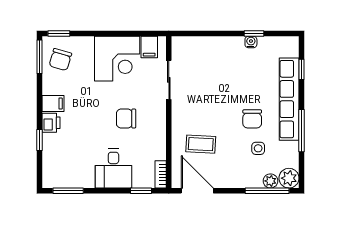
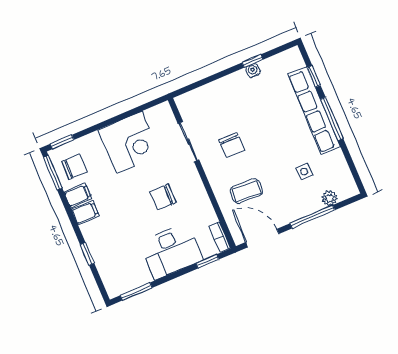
filing cabinet: (149, 47) -> (78, 195), moved, turned -90
chair: (60, 60) -> (74, 167), turned -106
chair: (252, 119) -> (232, 145), moved
printer: (51, 123) -> (91, 232), removed
window: (302, 131) -> (332, 119), moved
desk: (113, 169) -> (171, 251), width x1.37
plant: (289, 178) -> (347, 188), removed
window: (267, 191) -> (312, 217), moved

